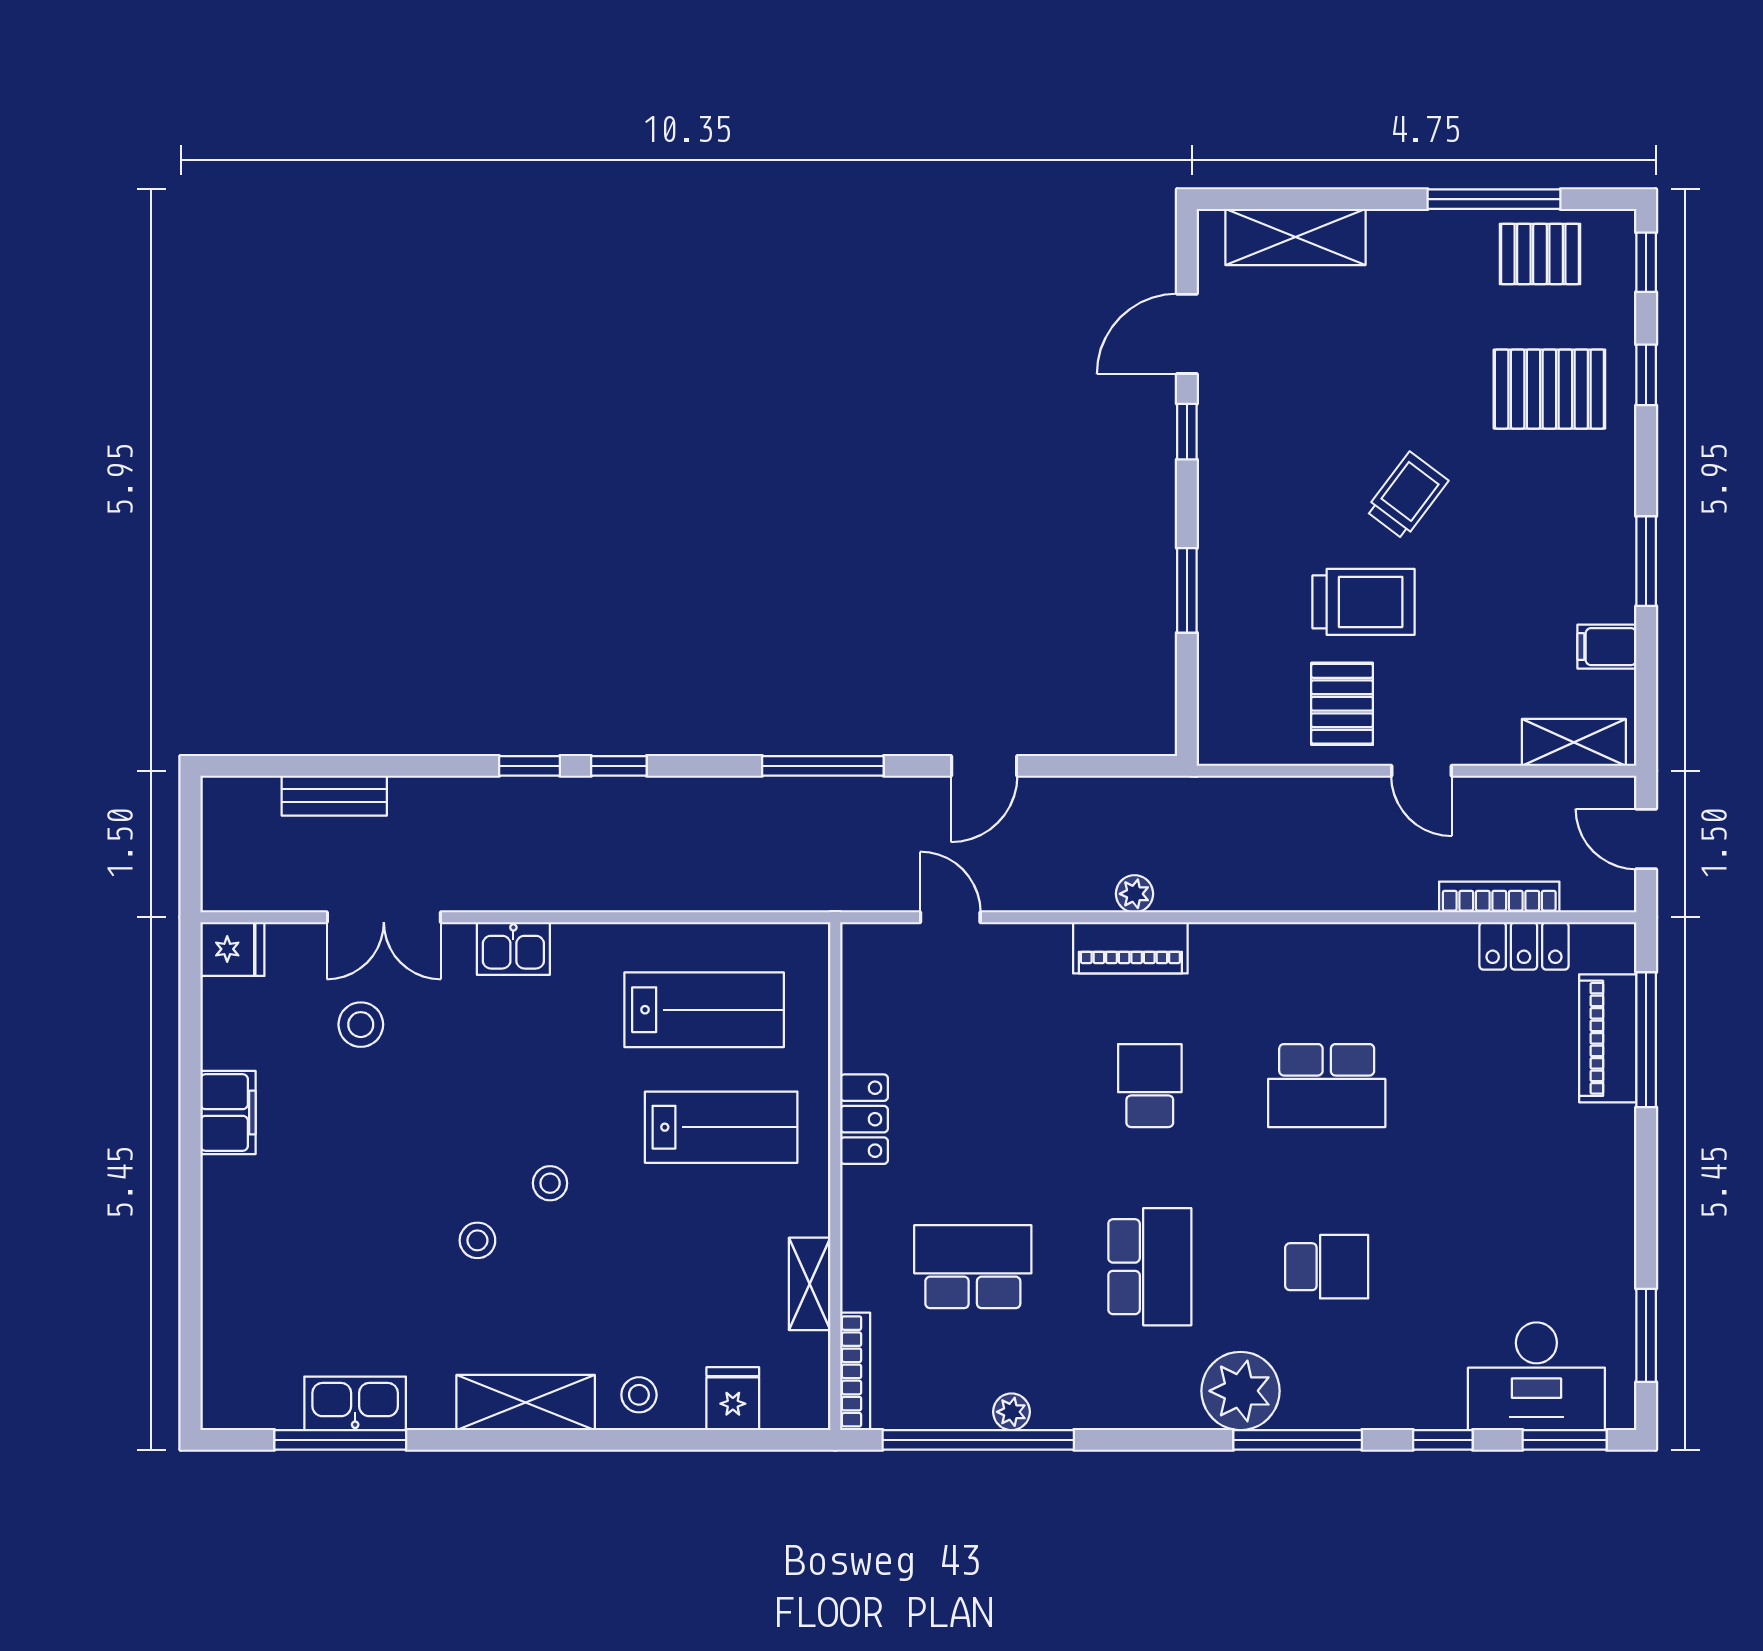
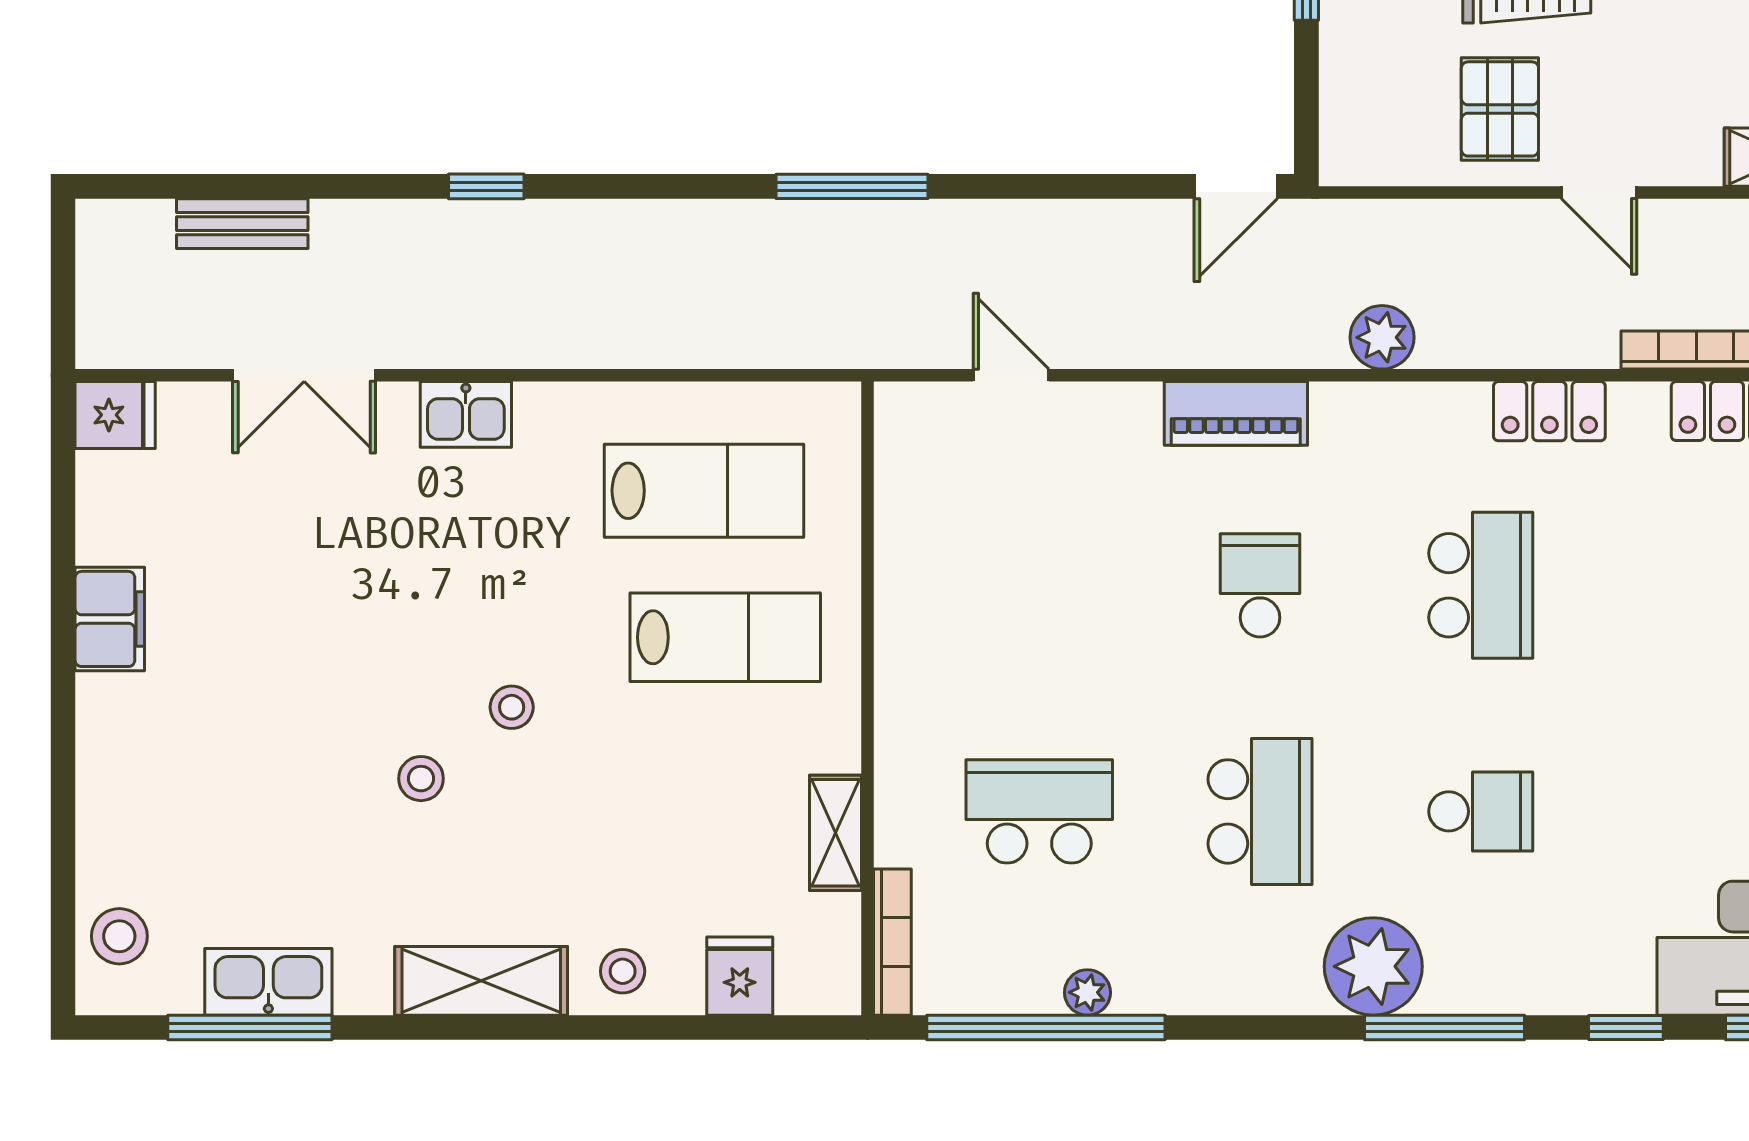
window: (619, 766) -> (598, 186), removed
door: (984, 766) -> (1236, 186), moved
plant: (1134, 894) -> (1382, 337), moved, width x1.38, depth x1.38
stool: (361, 1025) -> (119, 936), moved
school desk: (1327, 1086) -> (1481, 585), turned -90
locker: (864, 1119) -> (1549, 411), moved, turned 90

